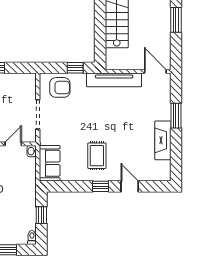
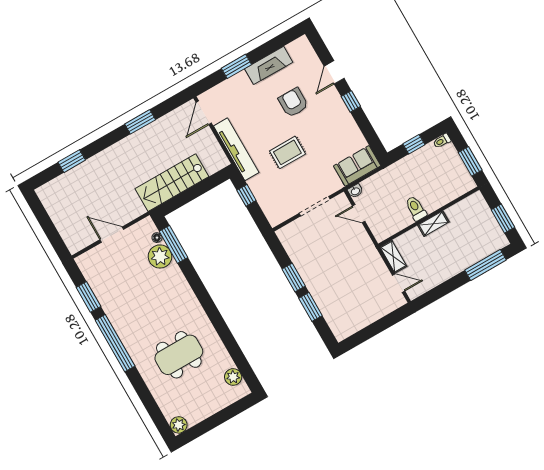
armchair: (60, 87) -> (293, 103), moved
rug: (97, 156) -> (287, 152), moved

